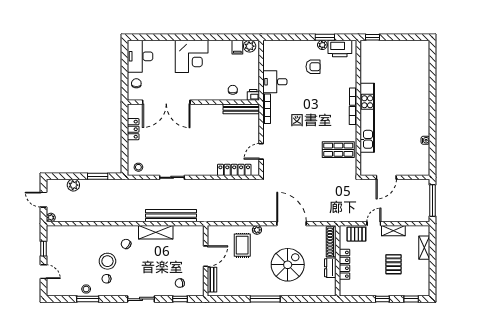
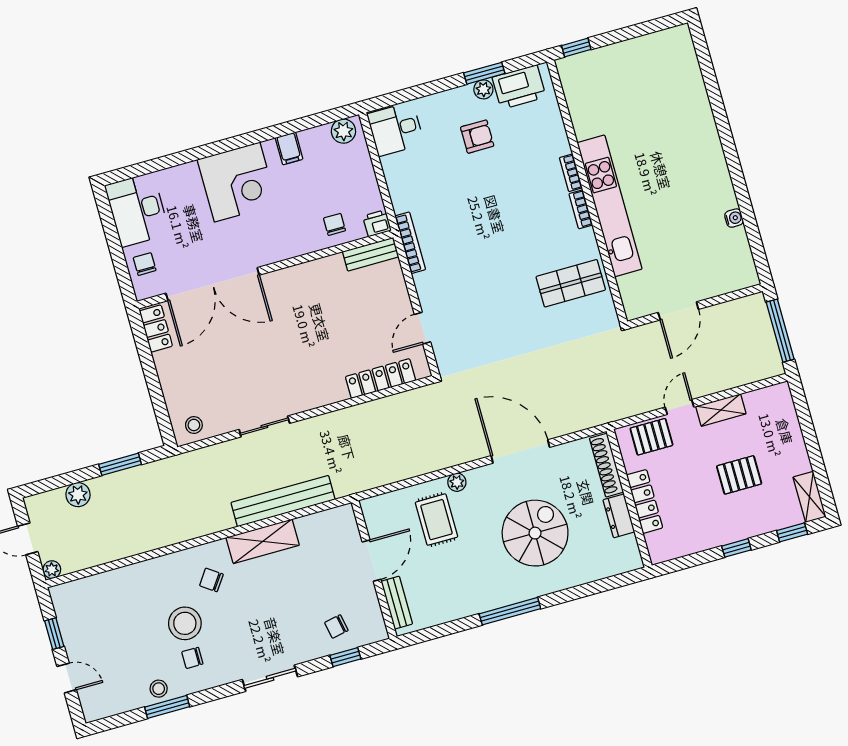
filing cabinet: (237, 47) -> (289, 148), moved
desk: (275, 82) -> (395, 129), moved
bench: (241, 109) -> (371, 254), width x0.73
locker: (133, 129) -> (156, 329), moved
shelving: (424, 248) -> (810, 497), moved
pallet: (393, 264) -> (739, 475), turned 90

